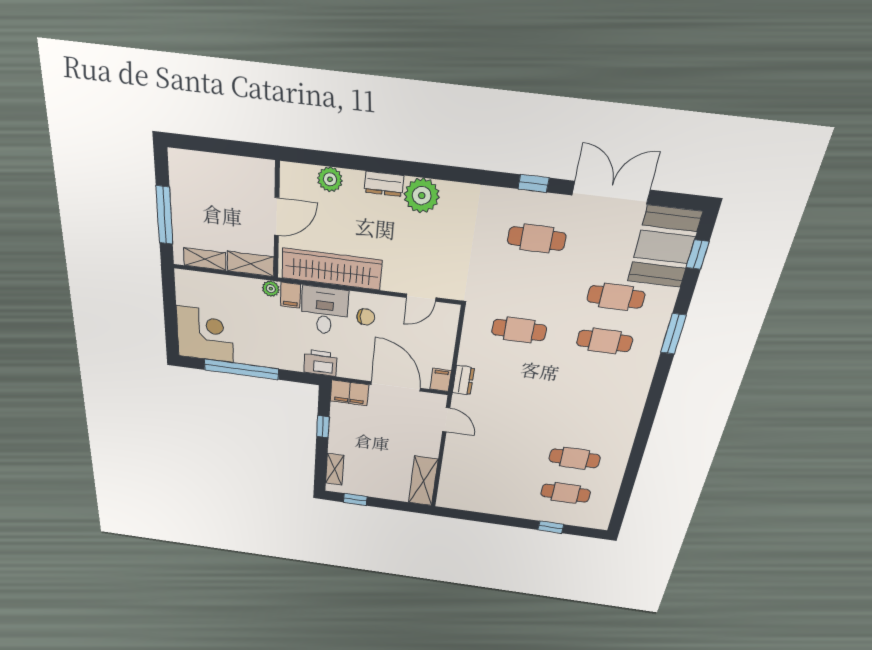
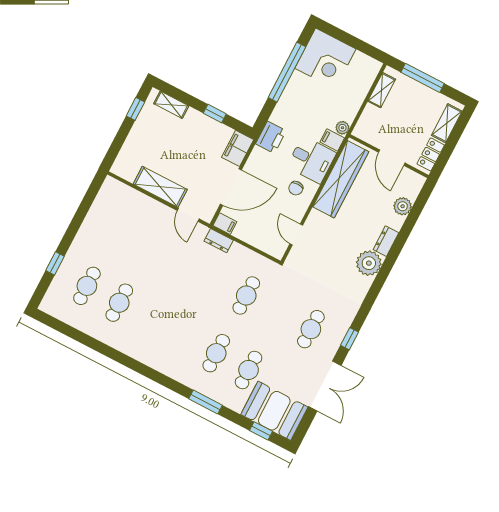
locker: (249, 168) -> (431, 154), added
shelving: (251, 264) -> (447, 123), moved
door: (446, 420) -> (188, 215), hinge flipped
shelving: (423, 481) -> (160, 187), moved

